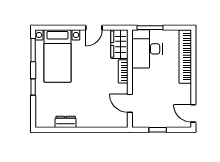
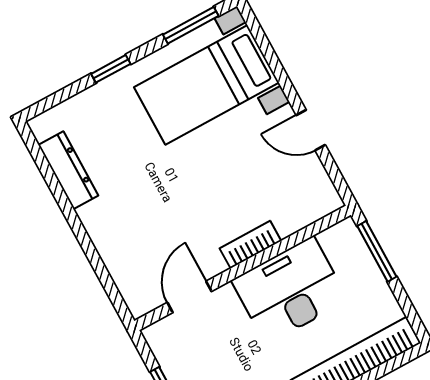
wardrobe: (119, 44) -> (305, 205), removed
desk: (147, 49) -> (290, 290), moved
dresser: (66, 122) -> (68, 170), width x1.44

